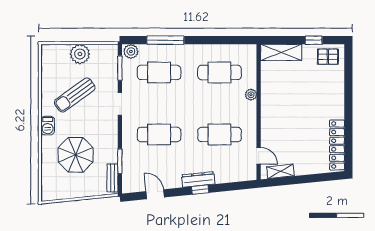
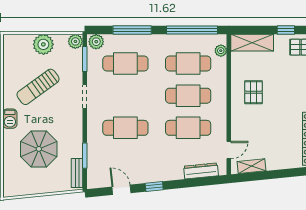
window: (223, 40) -> (192, 30), added
plant: (111, 51) -> (75, 41), added
plant: (251, 95) -> (221, 51), moved
pallet: (283, 100) -> (254, 92), added
cafe table: (220, 103) -> (188, 96), added
door: (259, 156) -> (229, 150), hinge flipped
dresser: (198, 179) -> (201, 171), moved
window: (200, 190) -> (154, 186), moved

